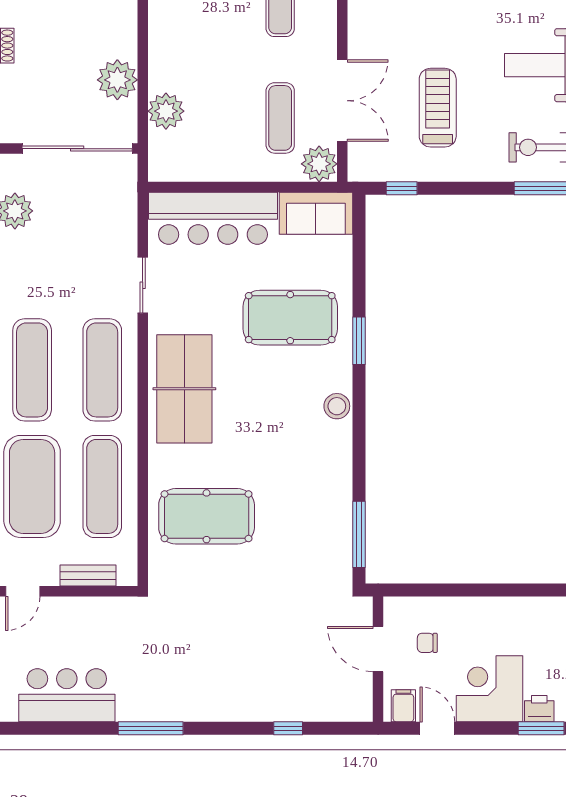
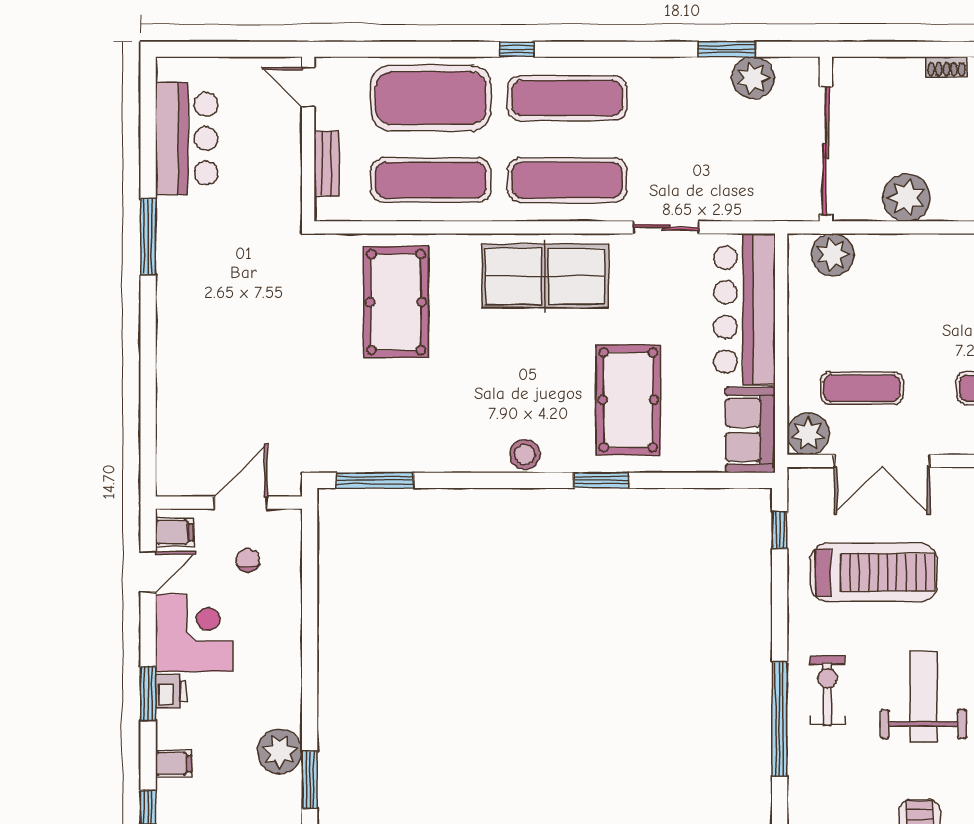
treadmill: (438, 108) -> (874, 572), width x1.37, depth x1.38
plant: (166, 111) -> (833, 255), moved
window: (288, 728) -> (148, 397), removed

